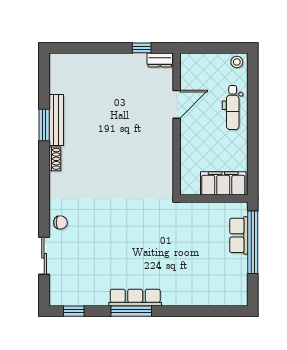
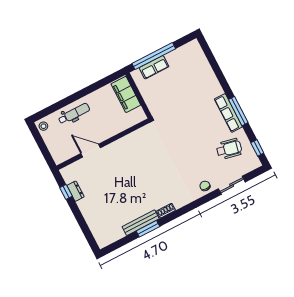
dresser: (160, 60) -> (75, 191), moved
wheelchair: (91, 276) -> (229, 149), added

